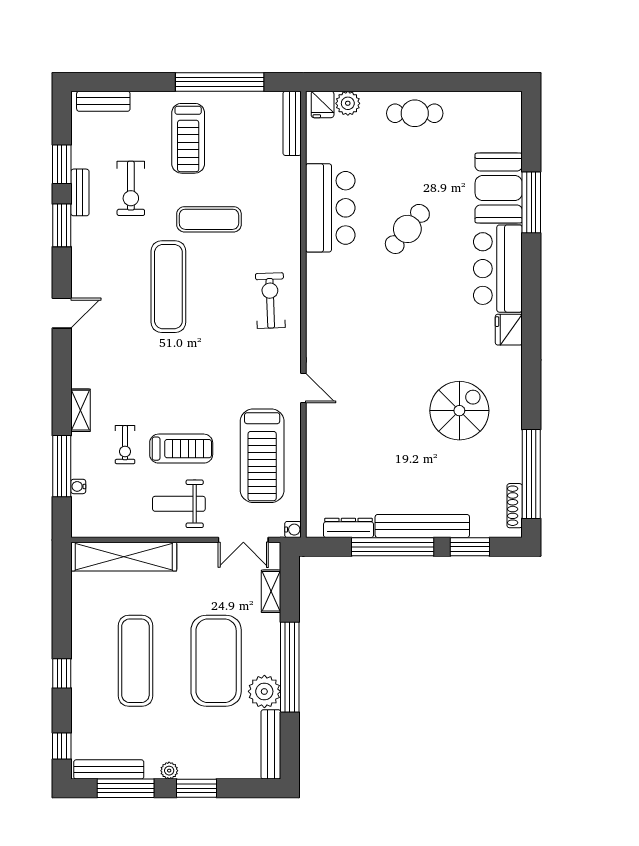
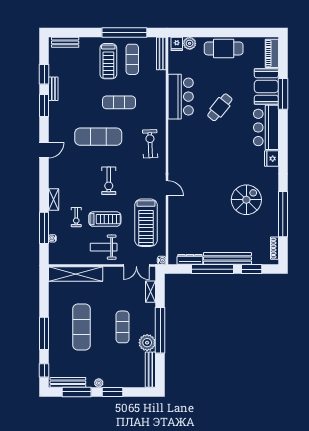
cafe table: (415, 113) -> (224, 48), width x1.37, depth x1.35
piano: (510, 123) -> (272, 53), added
exercise mat: (235, 135) -> (132, 59), added
exercise bike: (131, 188) -> (109, 181), moved
exercise mat: (168, 287) -> (98, 137), turned 90
window: (531, 474) -> (283, 214), moved
exercise mat: (216, 661) -> (123, 327), width x0.50, depth x0.69
window: (62, 673) -> (44, 333), width x2.17

